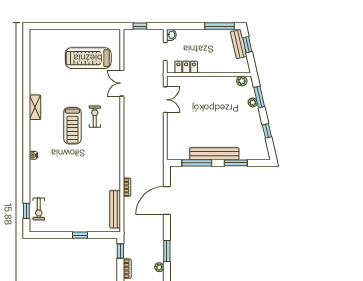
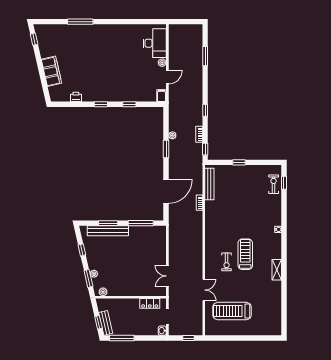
treadmill: (88, 58) -> (232, 311), turned 180
bench: (214, 154) -> (108, 231), moved

